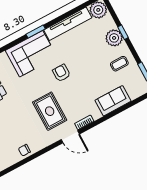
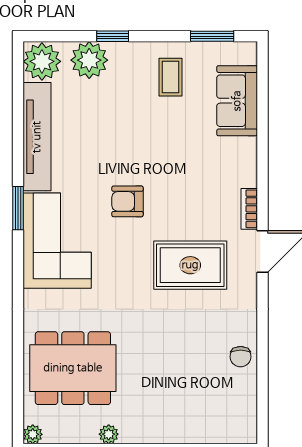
plant: (114, 38) -> (89, 60), moved
sofa: (113, 101) -> (237, 101), moved

